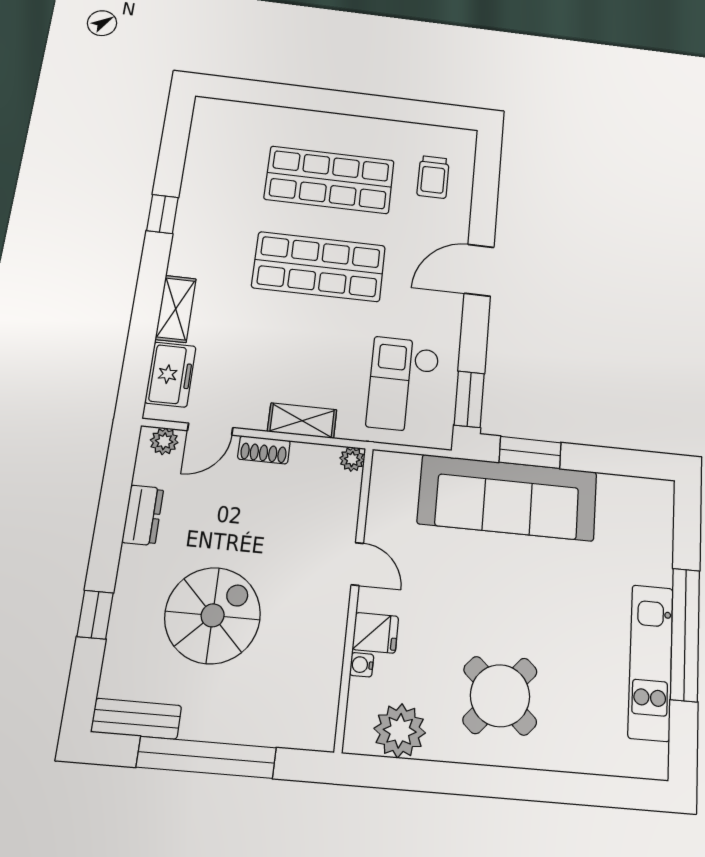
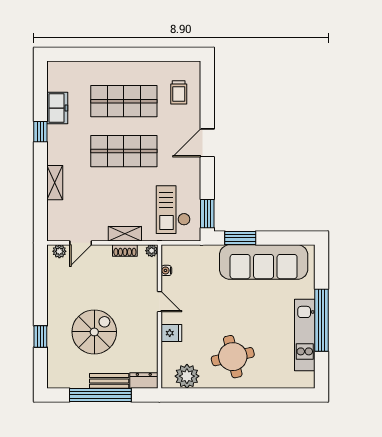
freezer: (171, 374) -> (57, 108), moved
shoe rack: (264, 450) -> (125, 250), moved
sofa: (508, 498) -> (264, 262), moved
dresser: (143, 515) -> (144, 381), moved, turned -90
water cooler: (362, 665) -> (166, 270), moved
round table: (500, 696) -> (233, 357), turned 35
bench: (136, 719) -> (109, 381), moved

